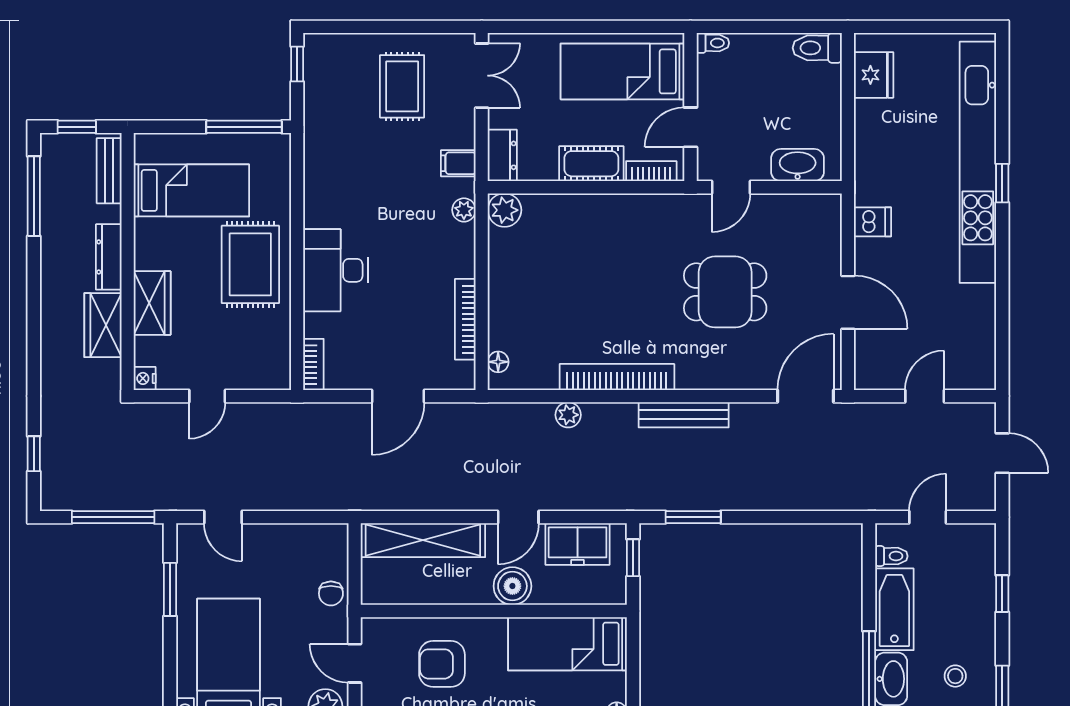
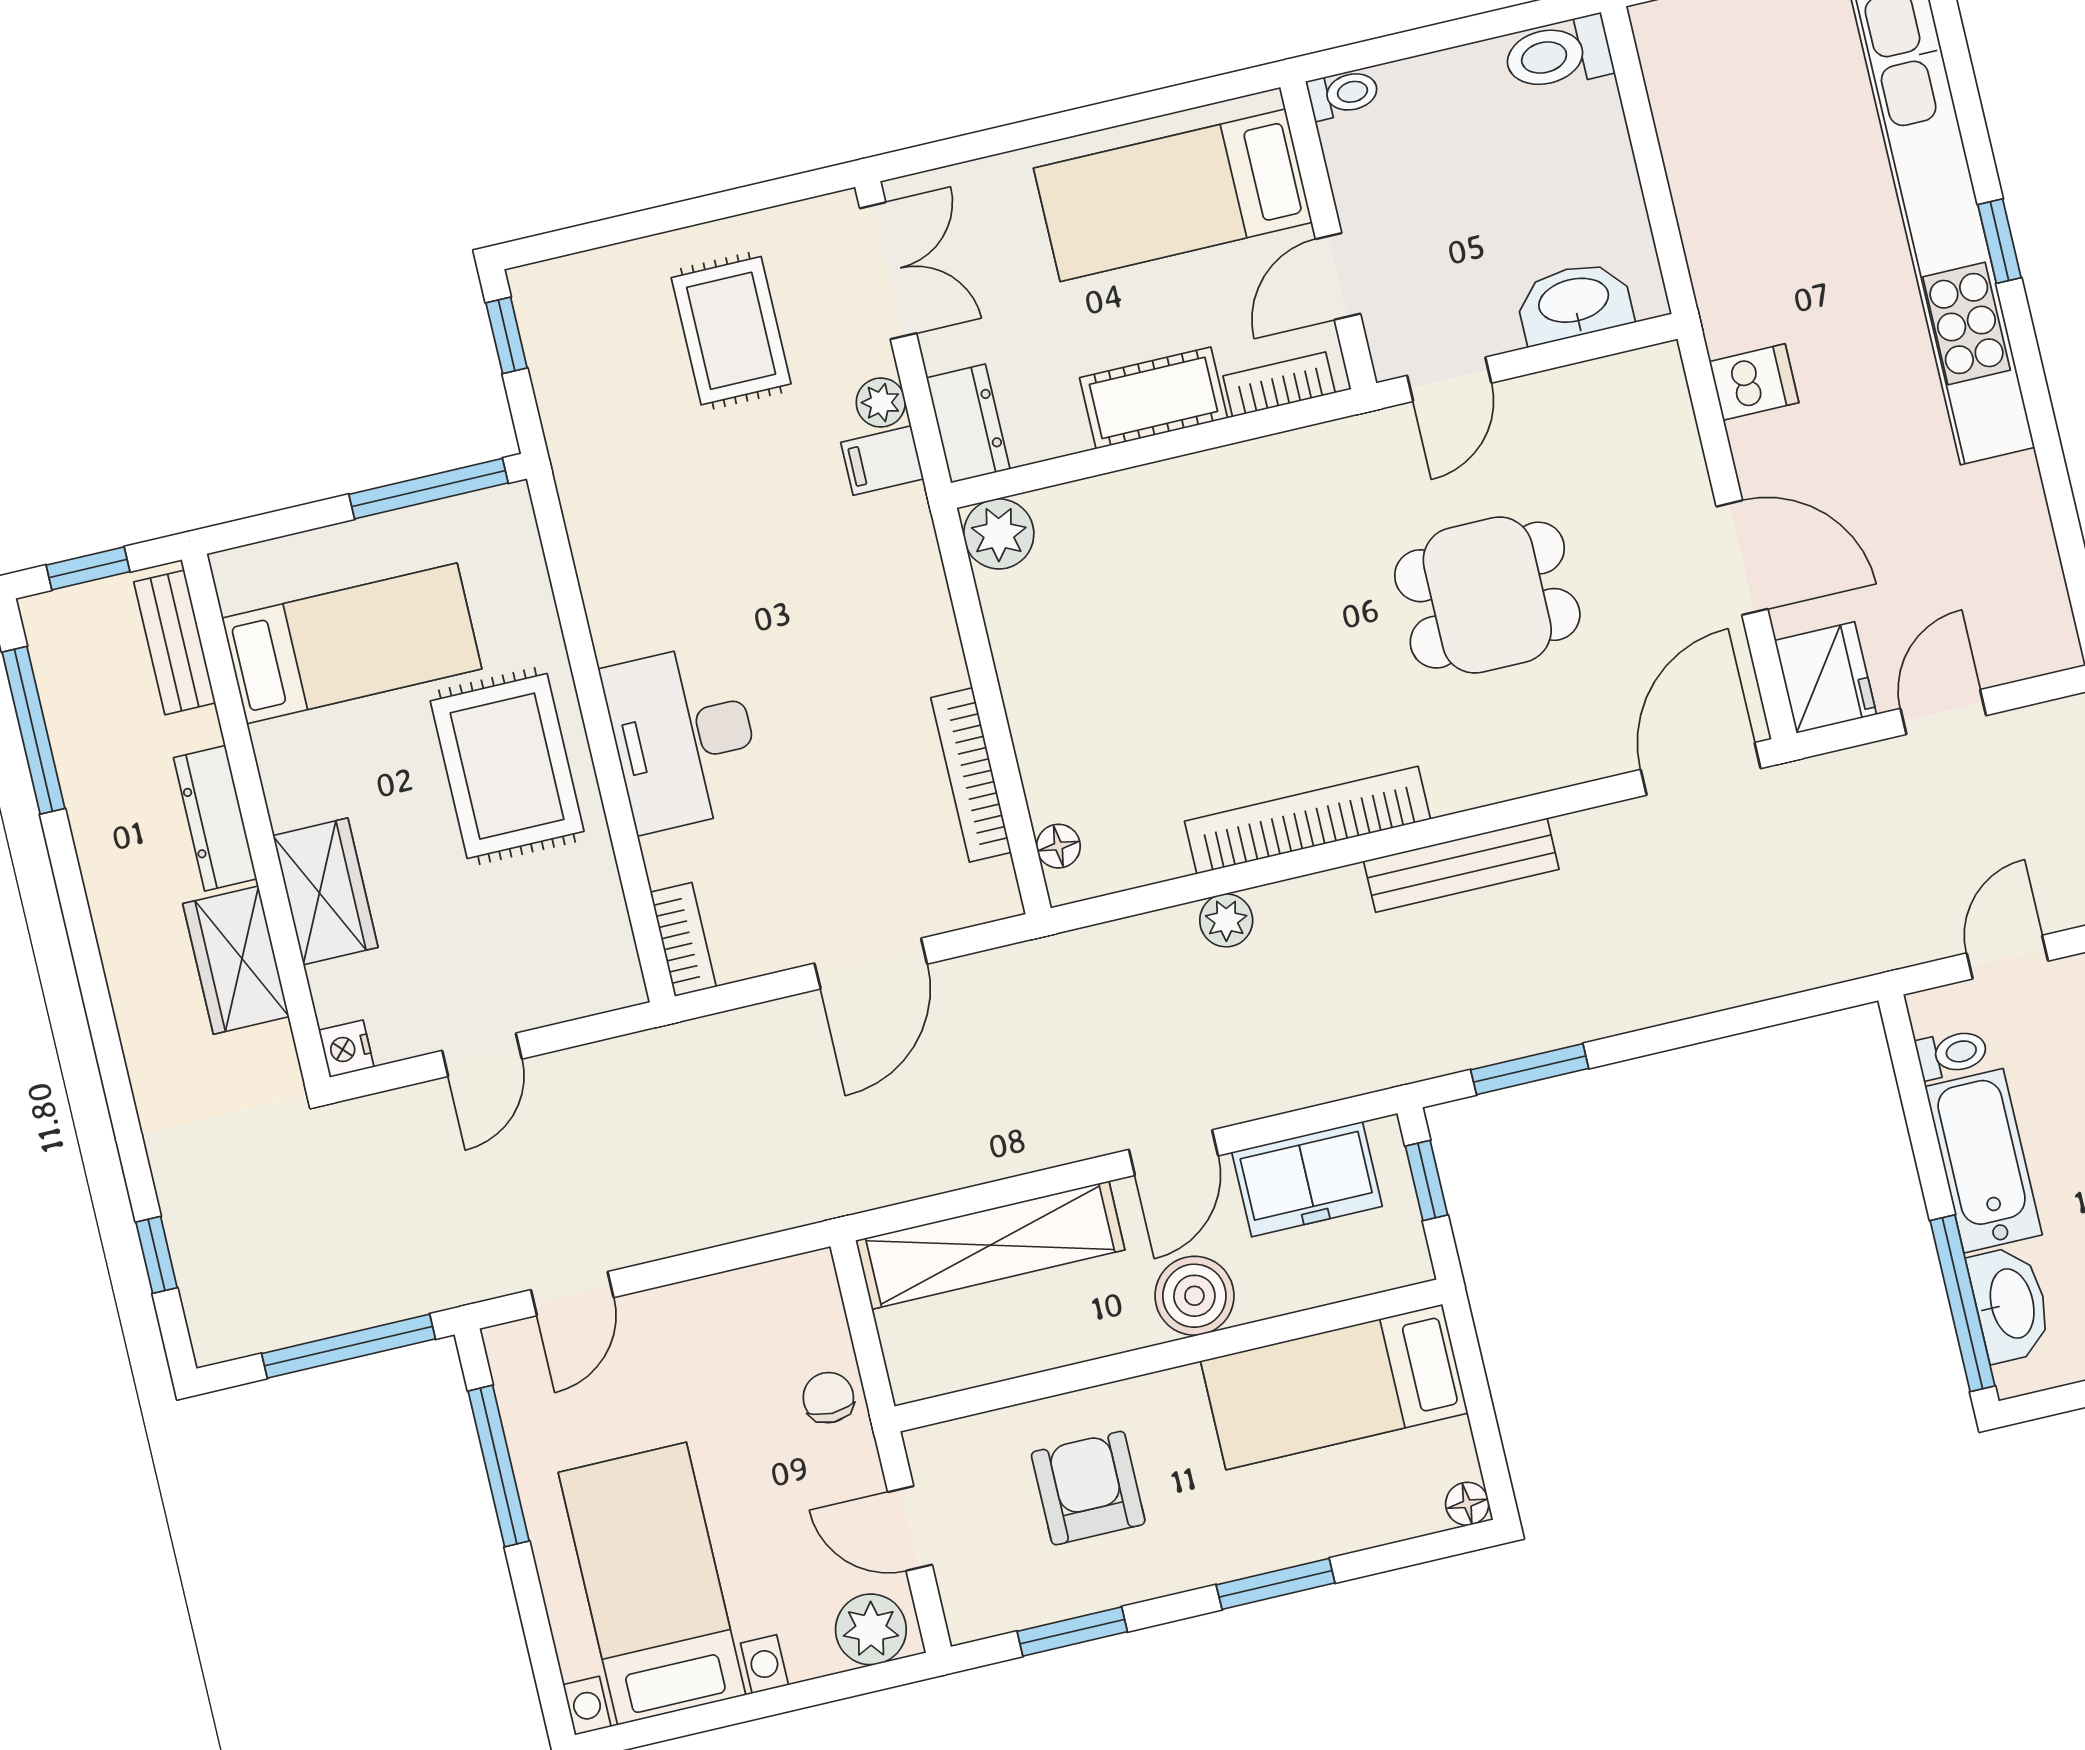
fridge: (874, 75) -> (1826, 677), moved
plant: (464, 210) -> (881, 403), moved
door: (223, 517) -> (572, 1294), hinge flipped
window: (170, 589) -> (499, 1466), width x1.44
chair: (331, 593) -> (828, 1398), turned 180
armchair: (442, 664) -> (1088, 1488), turned 90

